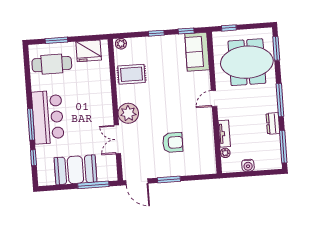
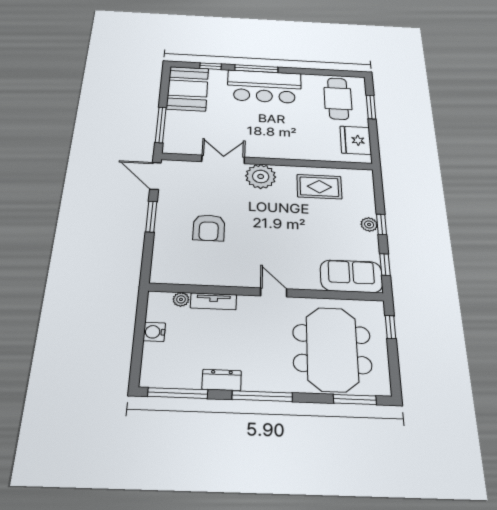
plant: (121, 44) -> (369, 224), moved
rug: (132, 74) -> (319, 187), turned 90
booth: (75, 170) -> (188, 89), moved
door: (137, 182) -> (155, 176), hinge flipped

